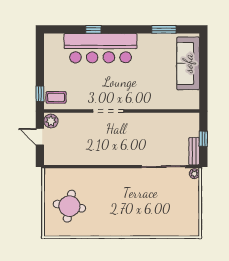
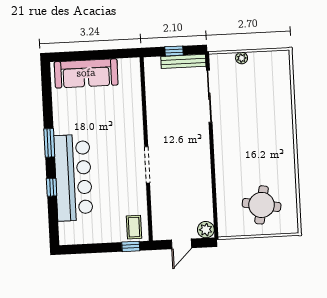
window: (164, 29) -> (49, 143), moved
plant: (51, 121) -> (206, 230), moved
bench: (194, 151) -> (183, 61), width x1.36
plant: (194, 174) -> (242, 58), moved

